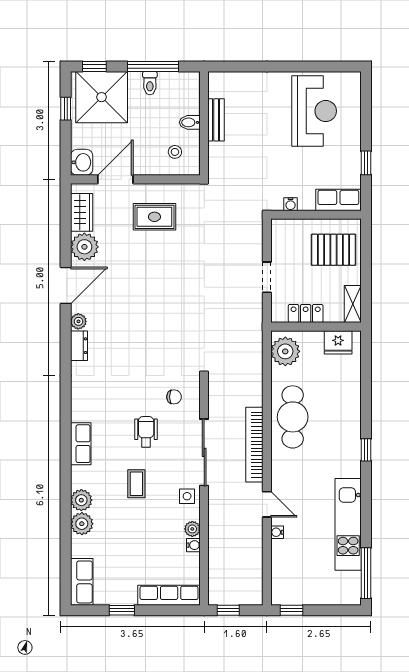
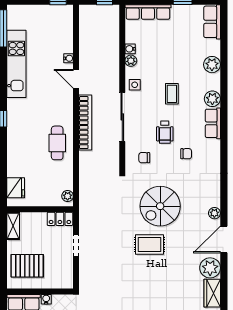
water cooler: (291, 204) -> (46, 299), moved
rug: (154, 217) -> (150, 245), moved
locker: (306, 313) -> (60, 219), moved
spiral stairs: (152, 331) -> (160, 206), added
fridge: (338, 342) -> (16, 188), moved, turned 90
dresser: (79, 346) -> (214, 195), removed
plant: (285, 351) -> (68, 196), width x0.53, depth x0.53
chair: (117, 402) -> (186, 154), added
cafe table: (293, 417) -> (57, 143), width x0.73, depth x0.74
plant: (81, 500) -> (212, 99), moved

